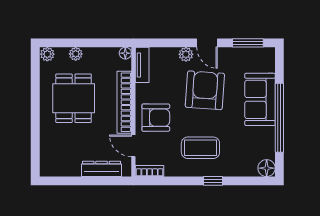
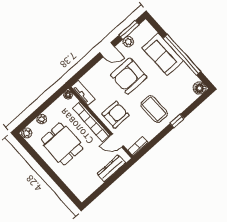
plant: (186, 54) -> (128, 42), moved
armchair: (205, 90) -> (129, 76), turned -94
coffee table: (200, 148) -> (154, 109), turned 90

